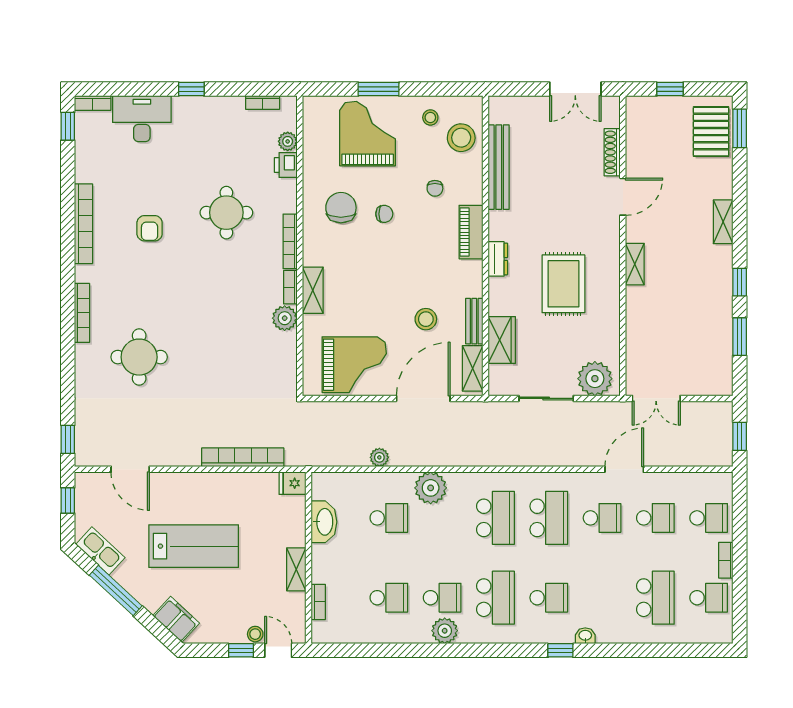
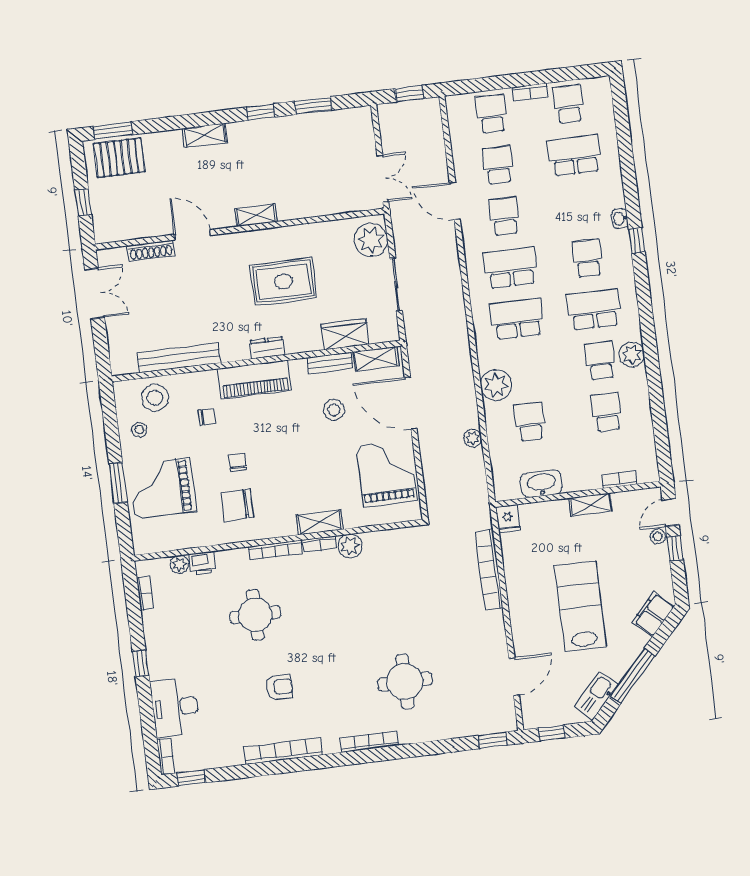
piano: (471, 232) -> (255, 379), width x1.37, depth x1.33

